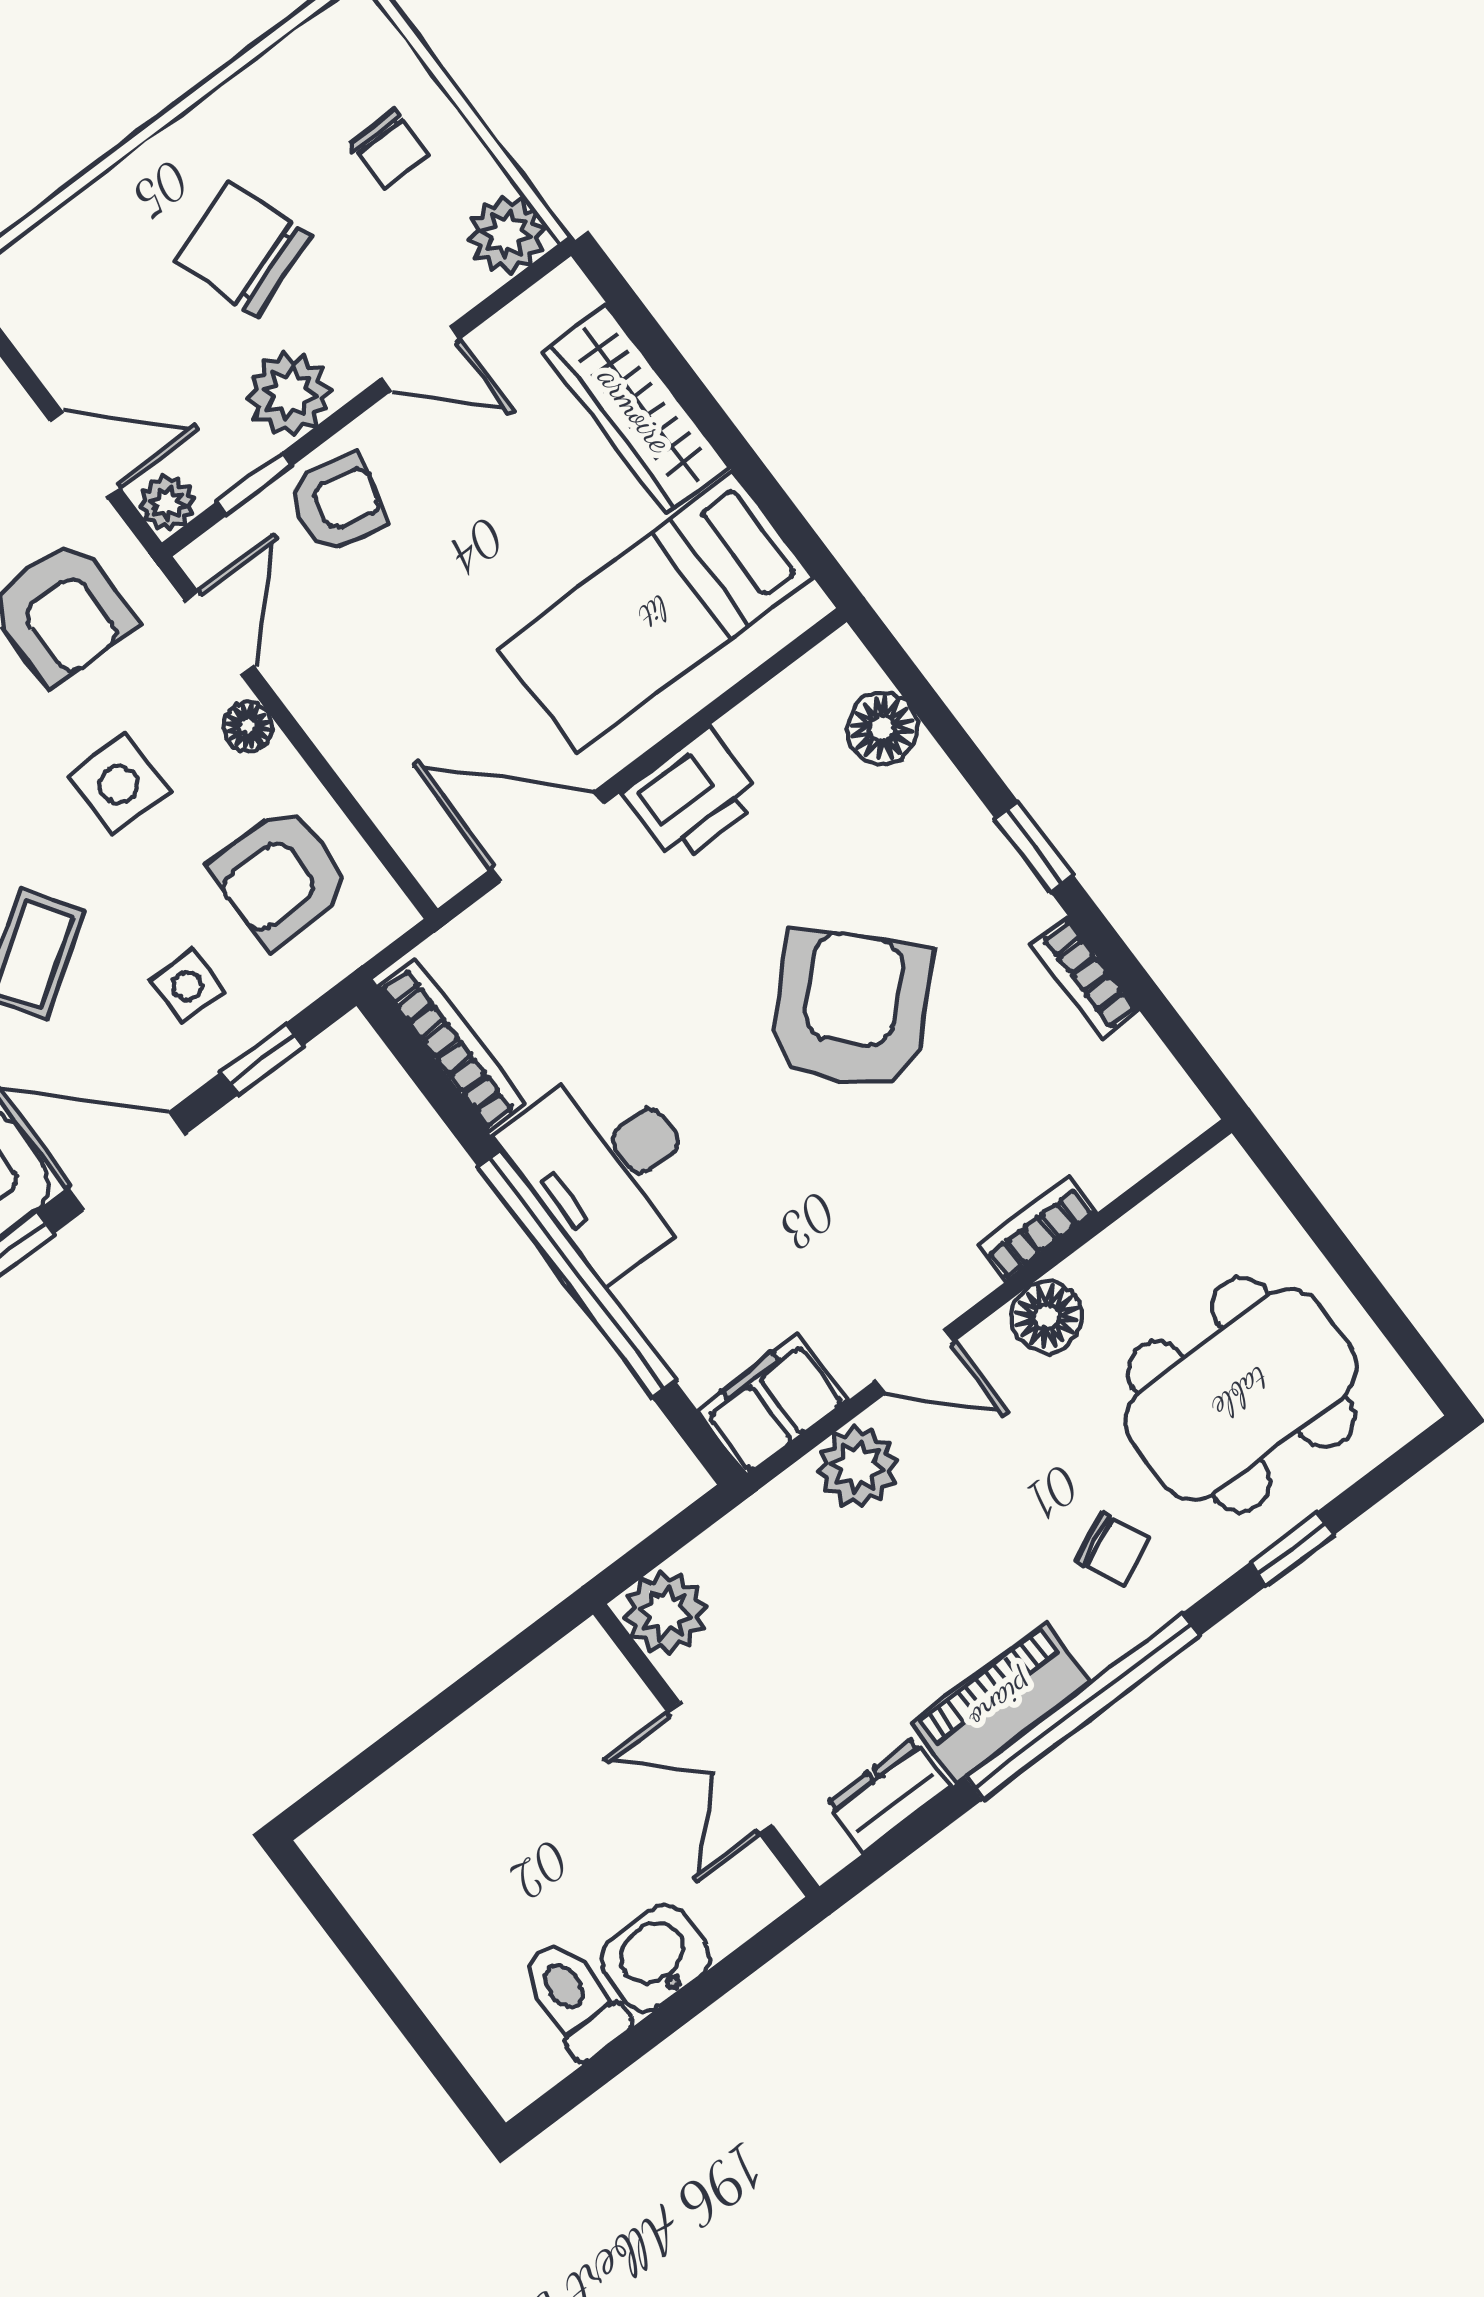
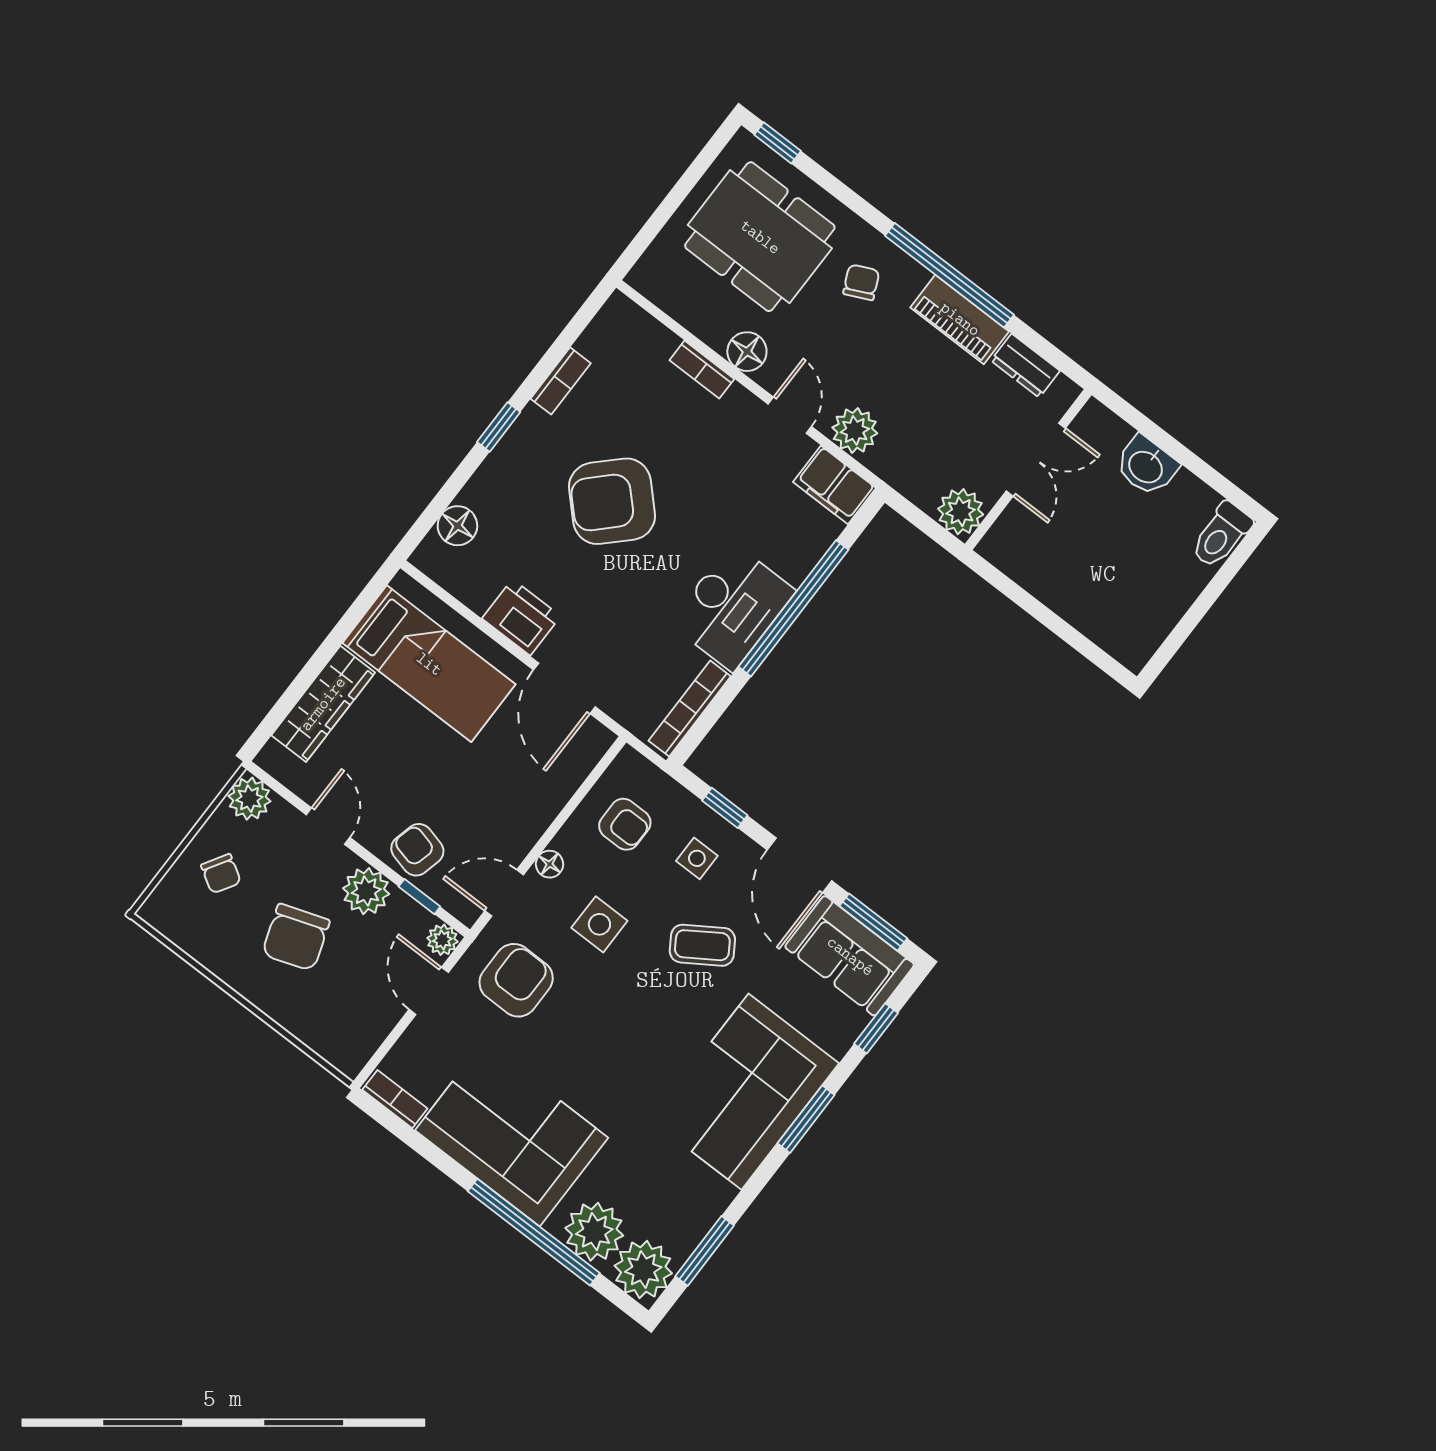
chair: (389, 149) -> (221, 874), turned 121
armchair: (281, 877) -> (625, 824), width x0.72, depth x0.72
window: (1292, 1548) -> (778, 143), moved
toilet: (574, 1999) -> (1221, 535), moved

